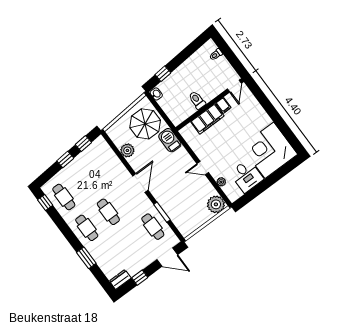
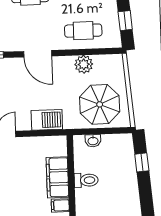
washbasin: (156, 94) -> (93, 141), moved
barbecue: (170, 140) -> (47, 120), moved
cafe table: (107, 165) -> (83, 31), added

